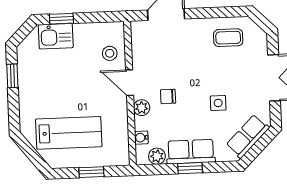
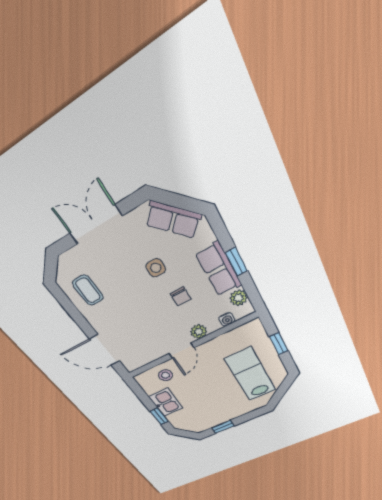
kitchen sink: (56, 36) -> (166, 402), moved
chair: (168, 96) -> (181, 296), moved

